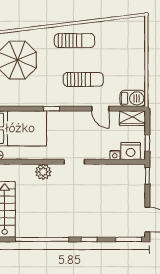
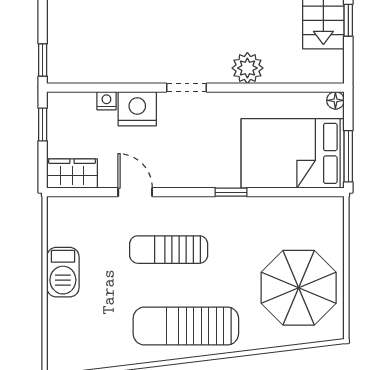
sun lounger: (75, 41) -> (186, 326), width x1.36, depth x1.34
barbecue: (133, 98) -> (63, 272), moved, turned -90
nightstand: (131, 151) -> (137, 109), moved

